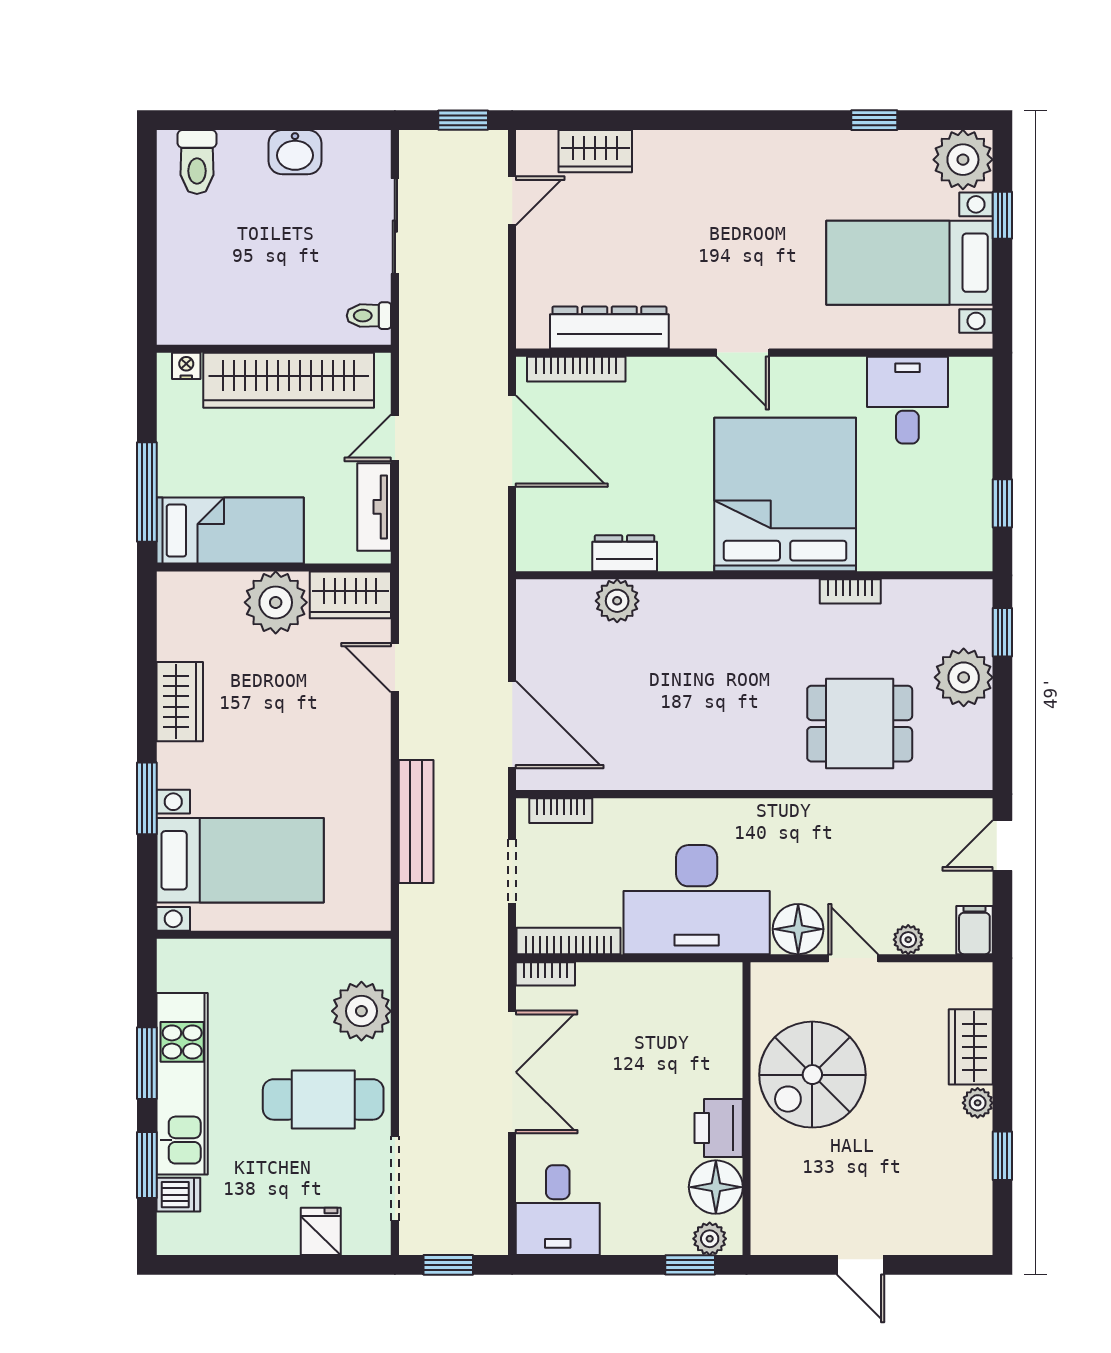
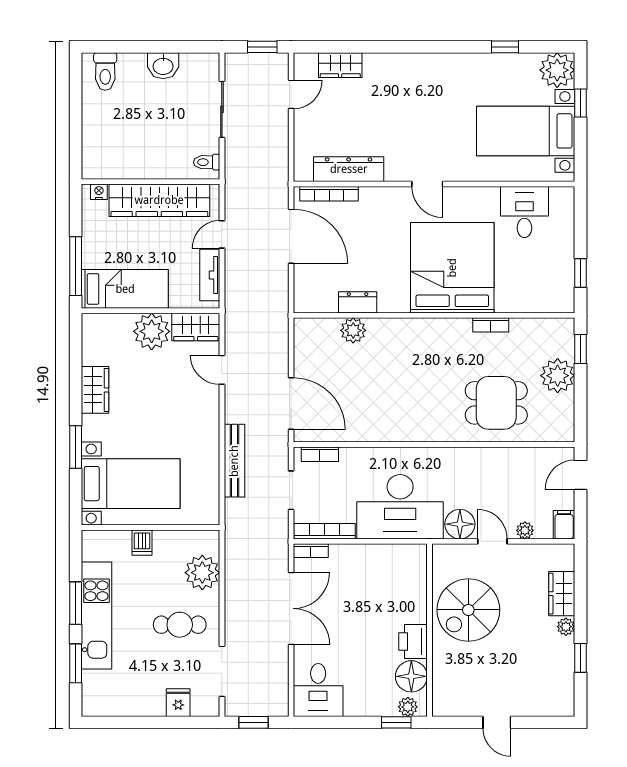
cafe table: (323, 1099) -> (180, 625), width x0.73, depth x0.74
dishwasher: (178, 1195) -> (142, 543), moved, turned 90

